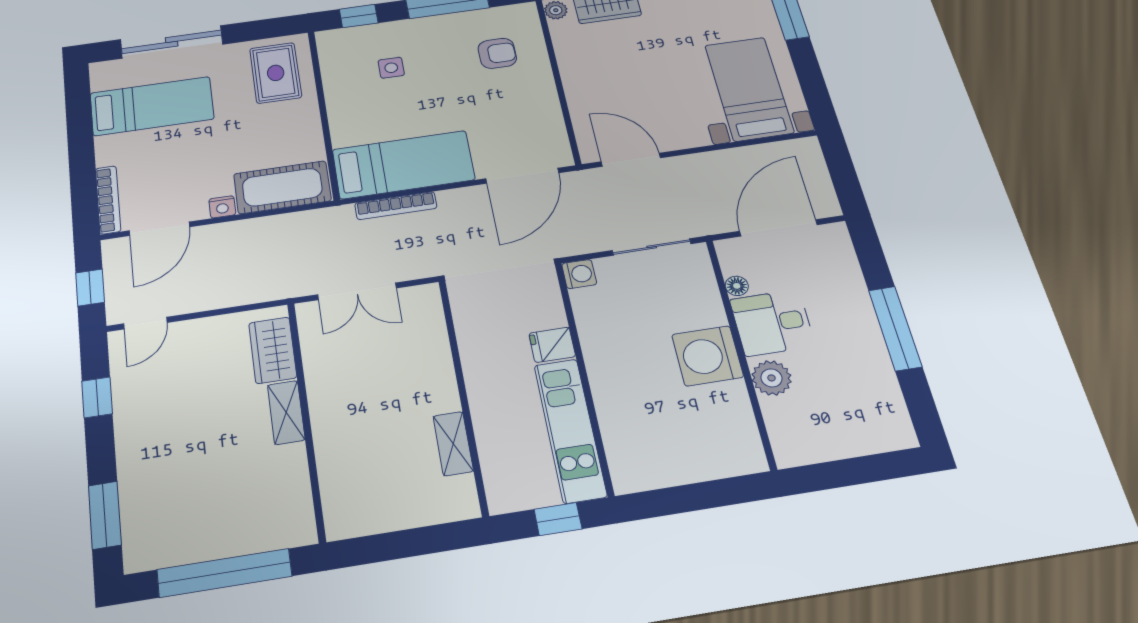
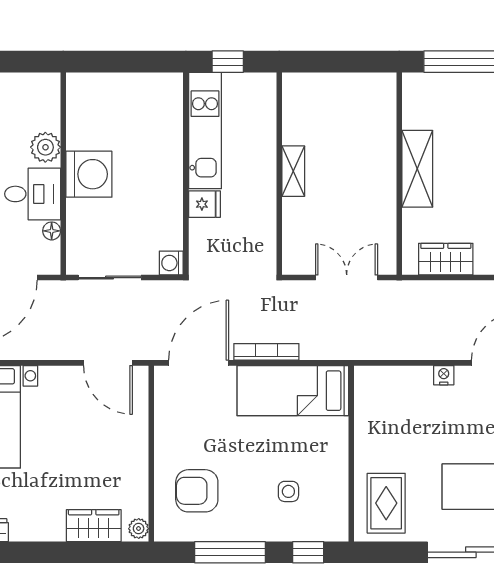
armchair: (497, 53) -> (197, 491), width x1.38, depth x1.38
cot: (282, 187) -> (394, 386), removed
bookcase: (396, 206) -> (266, 352), moved
wardrobe: (273, 350) -> (446, 259), moved, turned -90
shelving: (286, 412) -> (417, 169), width x1.50, depth x1.33
shelving: (453, 444) -> (293, 171), moved

